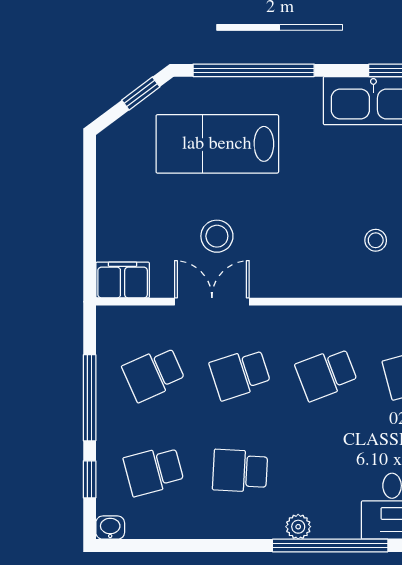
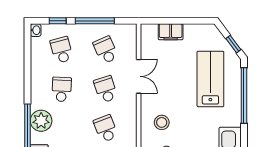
stool: (217, 236) -> (162, 122), moved
filing cabinet: (123, 280) -> (171, 32), moved, turned 90
plant: (298, 527) -> (41, 121), width x1.87, depth x1.87

